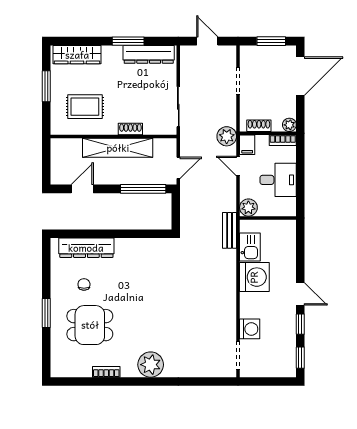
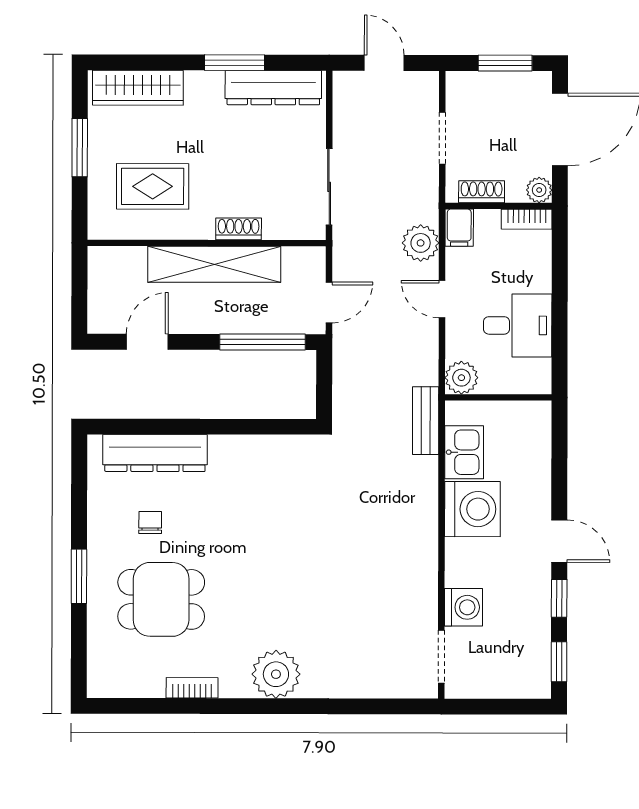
plant: (289, 125) -> (539, 190), moved
shoe rack: (259, 126) -> (482, 192), moved
wall: (268, 133) -> (499, 206), moved
bookcase: (283, 140) -> (527, 219), moved
filing cabinet: (247, 145) -> (459, 228), moved

